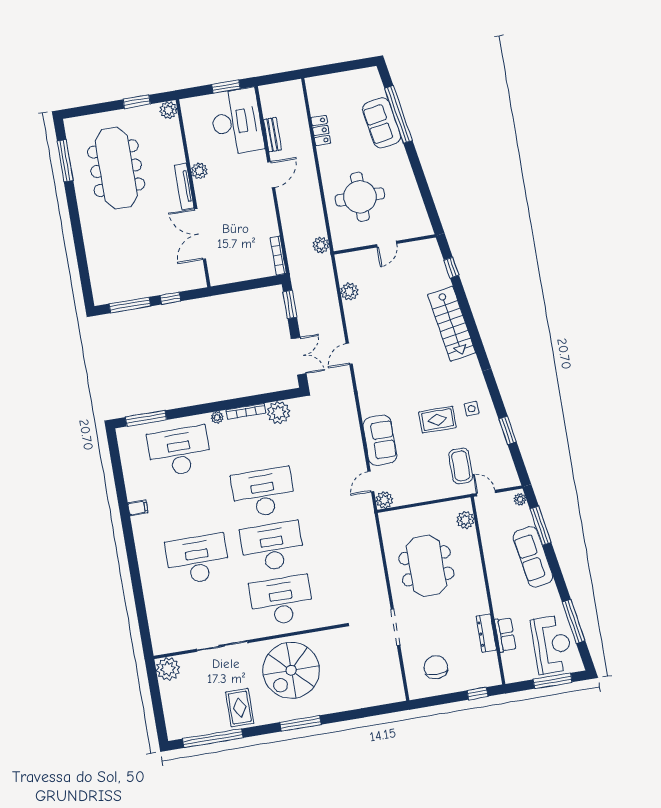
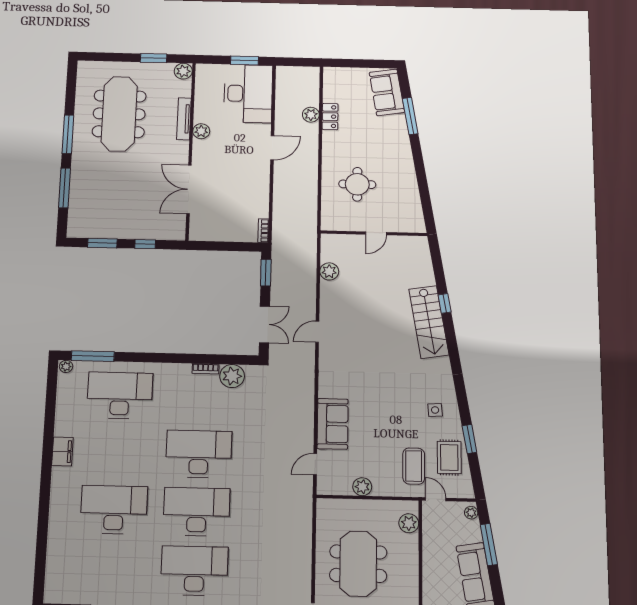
window: (398, 115) -> (410, 116), width x0.68
sofa: (382, 123) -> (387, 92), moved
bench: (272, 135) -> (281, 112), removed
window: (65, 161) -> (68, 134), moved
tv unit: (184, 187) -> (184, 119), moved
round table: (360, 197) -> (357, 184), width x0.73, depth x0.73
plant: (321, 245) -> (311, 115), moved
window: (81, 256) -> (64, 188), added
bookcase: (278, 256) -> (263, 231), width x0.64
window: (451, 268) -> (445, 303), moved
window: (130, 305) -> (102, 243), width x0.69
bookcase: (246, 411) -> (206, 369), width x0.64
plant: (217, 417) -> (66, 366), moved
rug: (437, 420) -> (449, 457), moved, turned 90
plant: (384, 500) -> (362, 487), moved
filing cabinet: (138, 508) -> (62, 451), width x2.00

